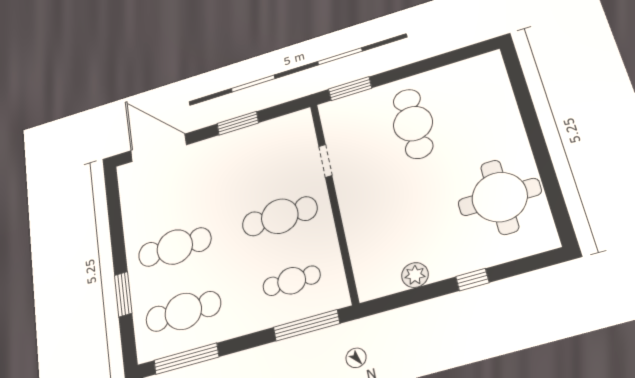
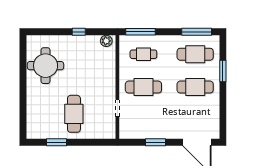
window: (350, 89) -> (57, 142), moved
plant: (415, 275) -> (106, 41), moved
window: (472, 280) -> (79, 32), moved

